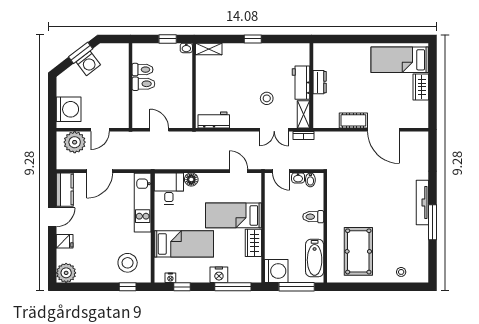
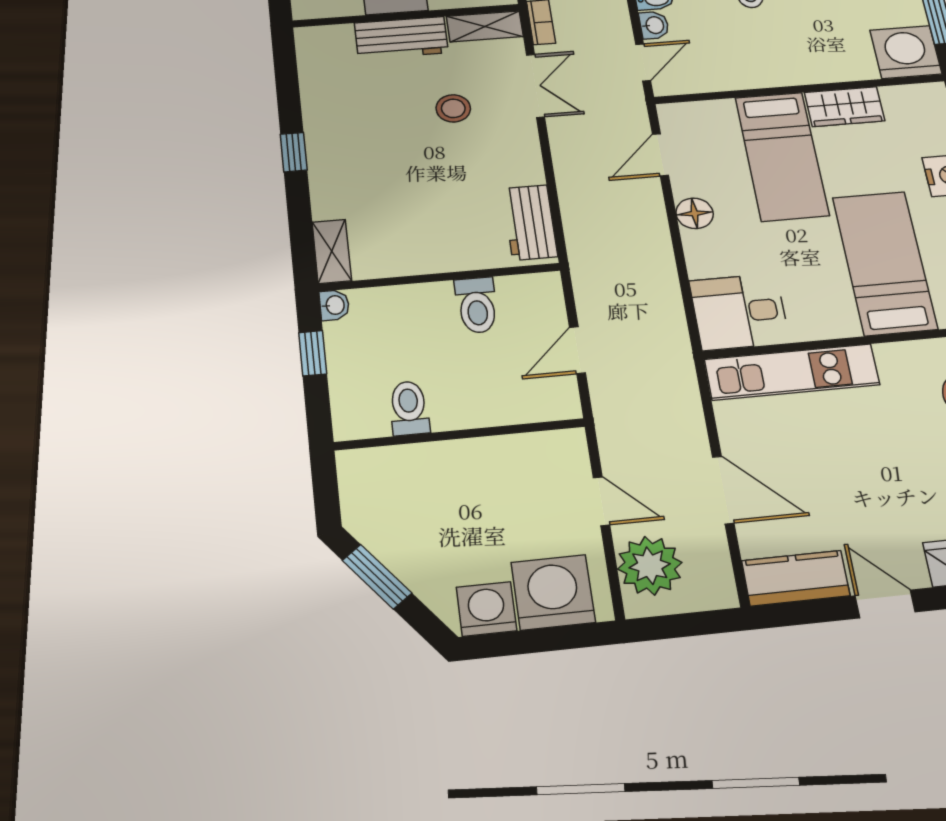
washing machine: (88, 63) -> (487, 609), moved, turned -52
toilet: (143, 84) -> (477, 305), moved, turned 180
floor lamp: (191, 179) -> (695, 213), moved

